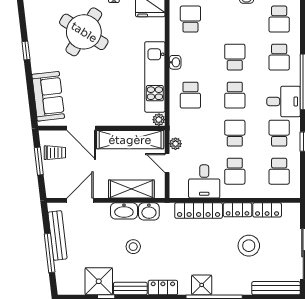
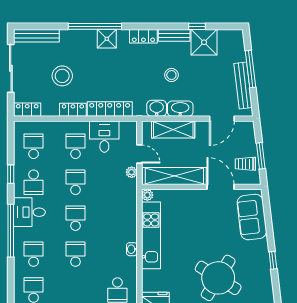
school desk: (235, 57) -> (75, 254), turned 180
school desk: (190, 95) -> (117, 218), removed
school desk: (235, 133) -> (75, 182), turned 180
locker: (267, 210) -> (27, 110), moved

